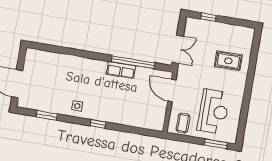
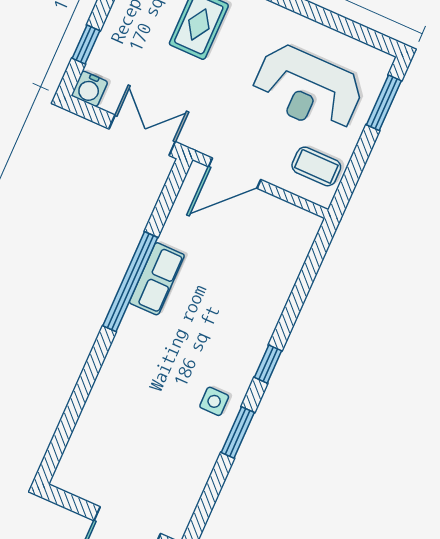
water cooler: (191, 23) -> (89, 89), added
window: (133, 62) -> (130, 282), moved
reception desk: (214, 111) -> (308, 89), turned 180
window: (47, 115) -> (238, 433), moved

